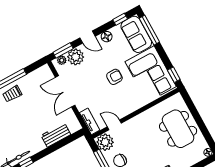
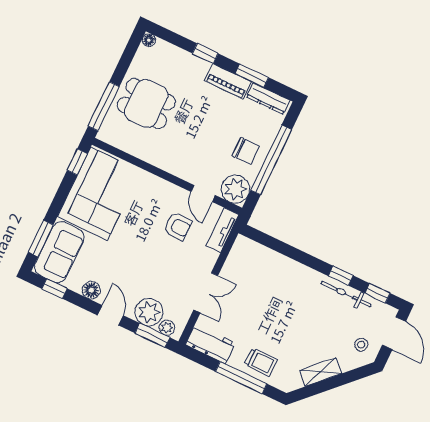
window: (149, 30) -> (41, 238), width x0.69
armchair: (114, 77) -> (178, 226), moved, turned 180
double door: (65, 91) -> (206, 293), width x0.73
window: (192, 107) -> (104, 106), added
dining table: (178, 129) -> (146, 104), width x0.73
workbench: (56, 135) -> (210, 344), moved, turned 180

